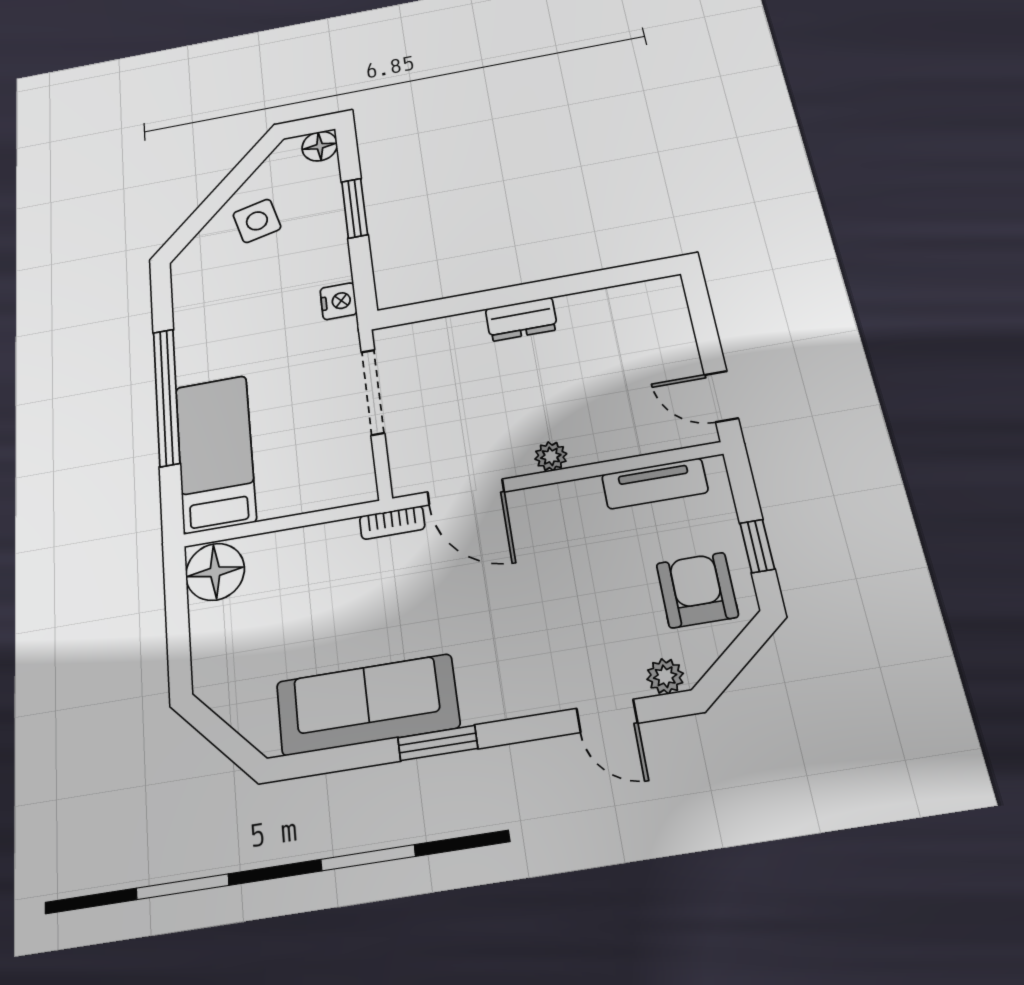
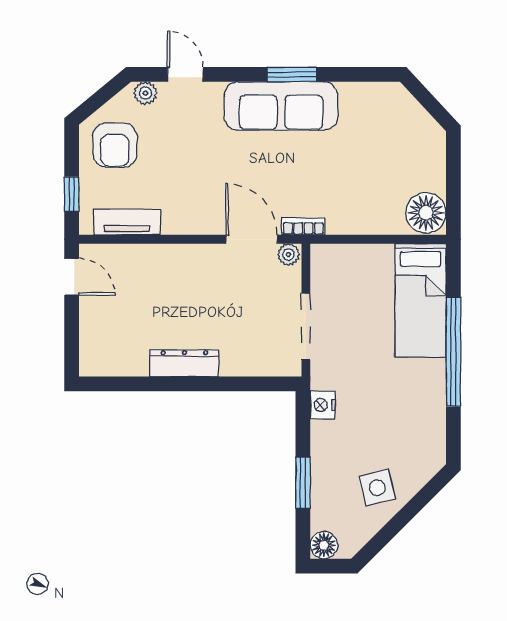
dresser: (521, 319) -> (184, 363), width x1.44
plant: (551, 456) -> (288, 255), moved
window: (757, 546) -> (72, 194), moved
sofa: (367, 705) -> (281, 106), moved

